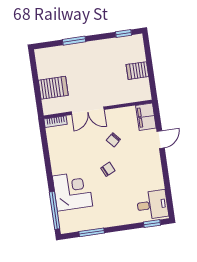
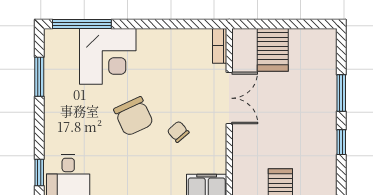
window: (124, 33) -> (341, 142), moved
double door: (88, 111) -> (229, 98), swing flipped
chair: (108, 169) -> (134, 116), width x1.87, depth x1.87

